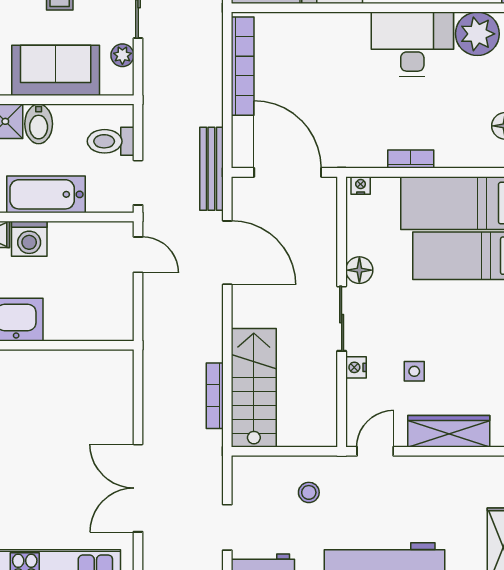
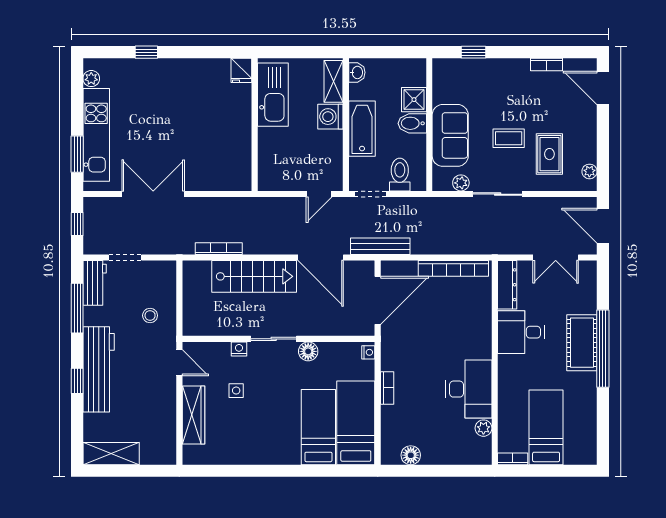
plant: (477, 34) -> (483, 428), width x0.53, depth x0.53
door: (227, 253) -> (321, 257), hinge flipped
stairs: (254, 388) -> (254, 276), moved

